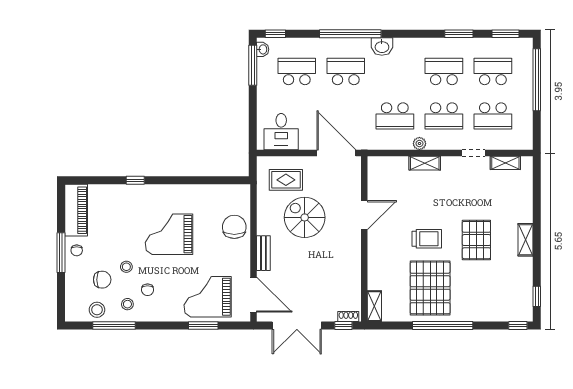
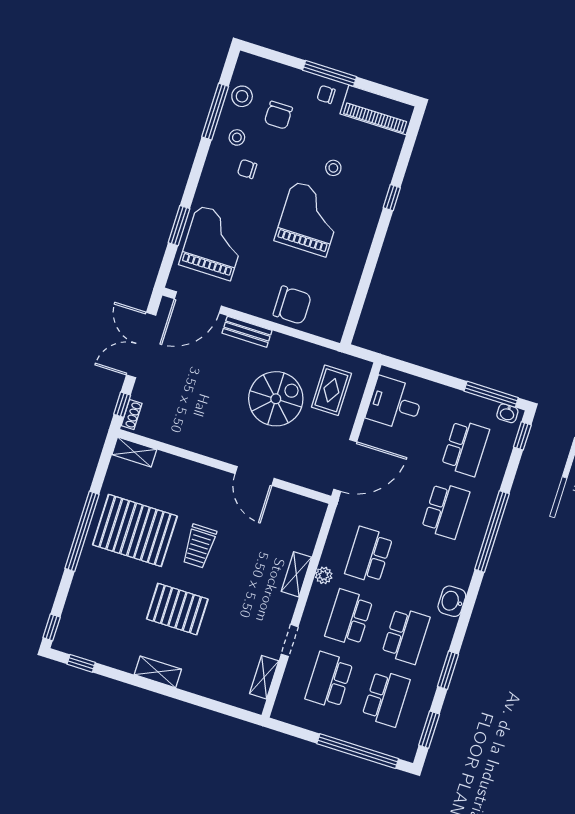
washbasin: (382, 47) -> (452, 601), moved
stool: (126, 267) -> (333, 168), moved

